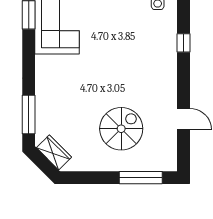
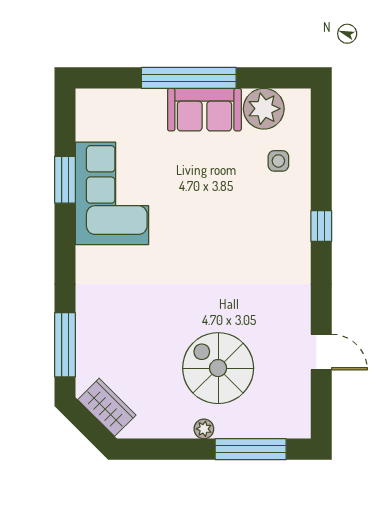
spiral stairs: (121, 129) -> (218, 368), turned -90
plant: (113, 165) -> (204, 429), added

